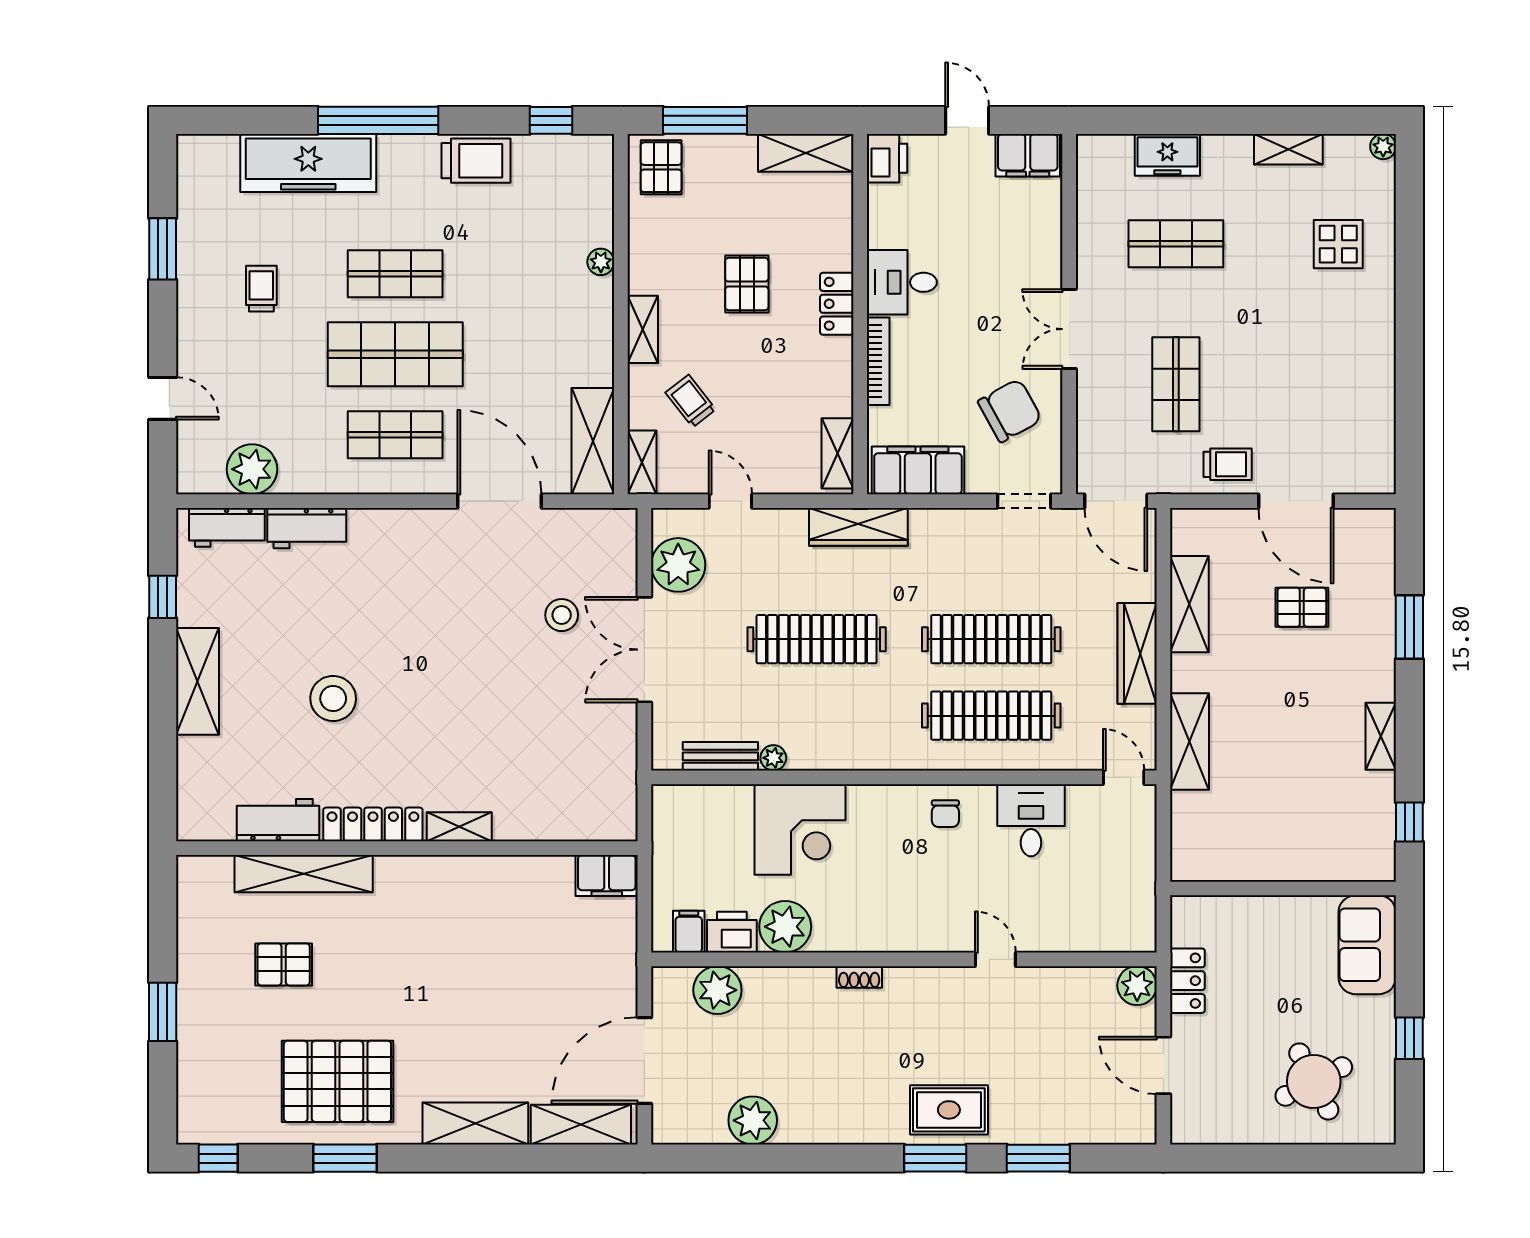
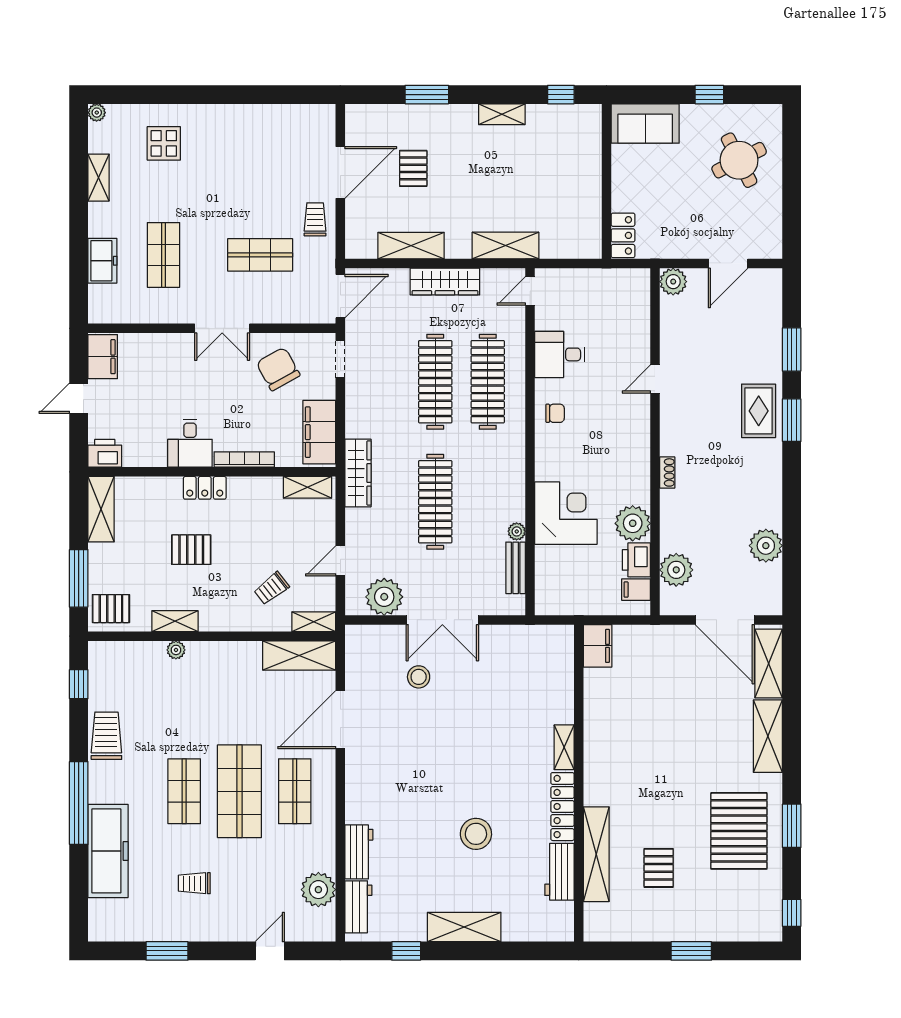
shelving: (643, 329) -> (175, 621), moved
locker: (1187, 981) -> (623, 235), moved, turned 90

